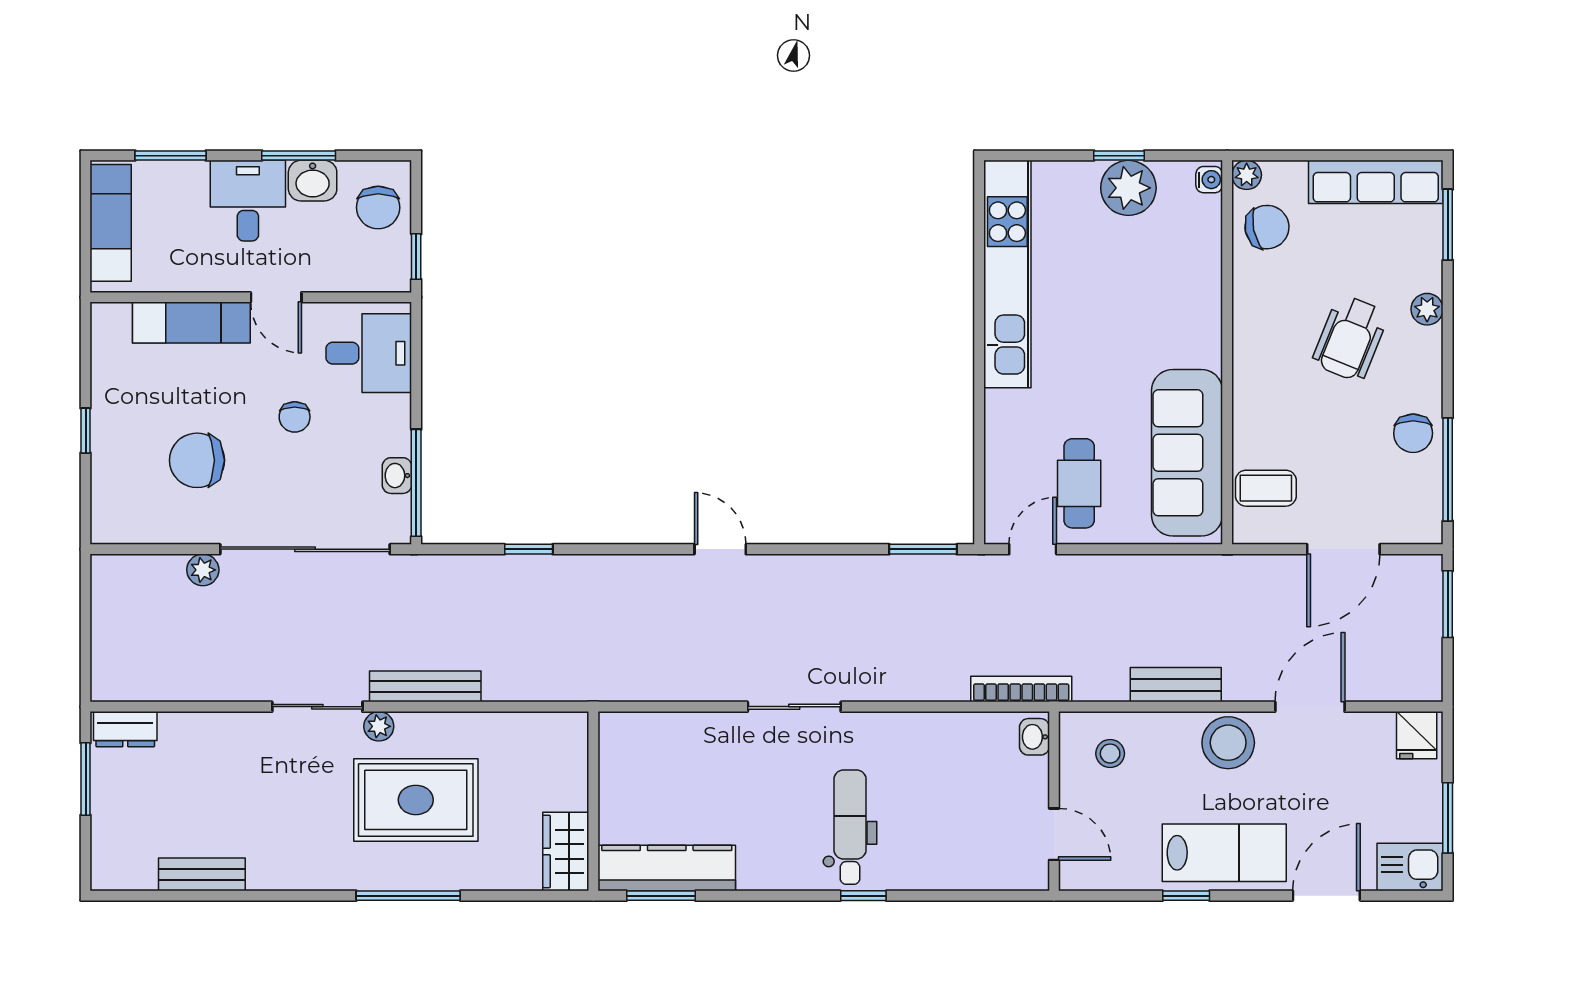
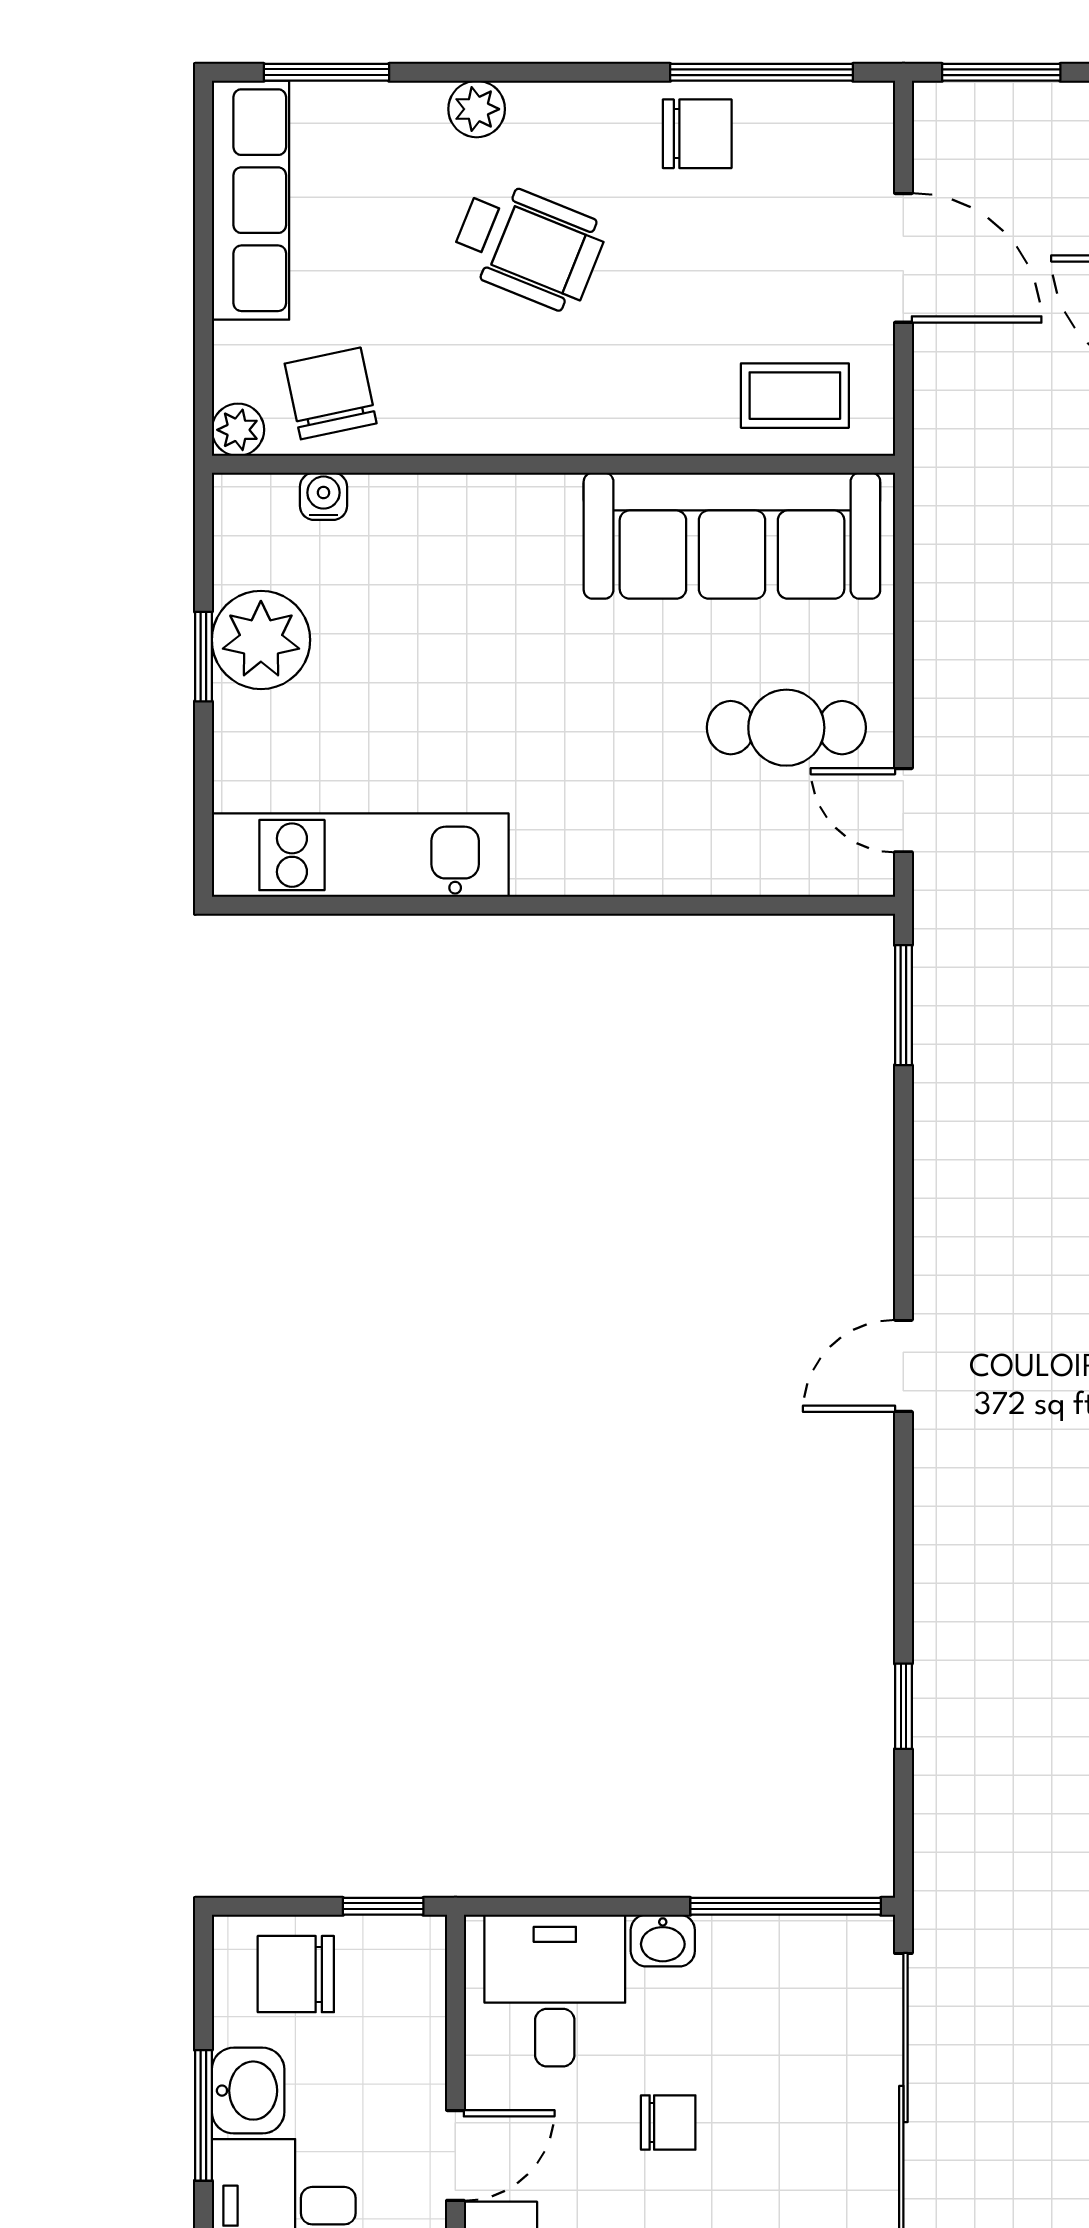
water cooler: (1209, 180) -> (324, 496), moved
chair: (378, 207) -> (296, 1974), turned 180
kitchen unit: (1007, 274) -> (360, 855), width x0.73
washbasin: (397, 476) -> (663, 1941), moved
coffee table: (1266, 488) -> (795, 396), turned 90

